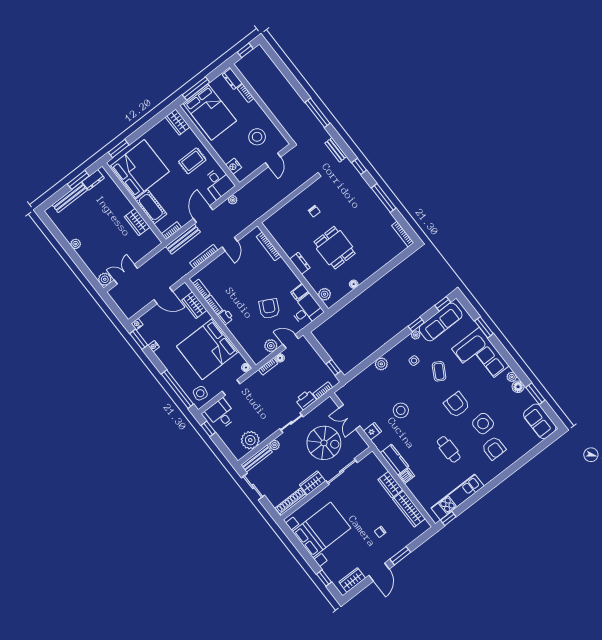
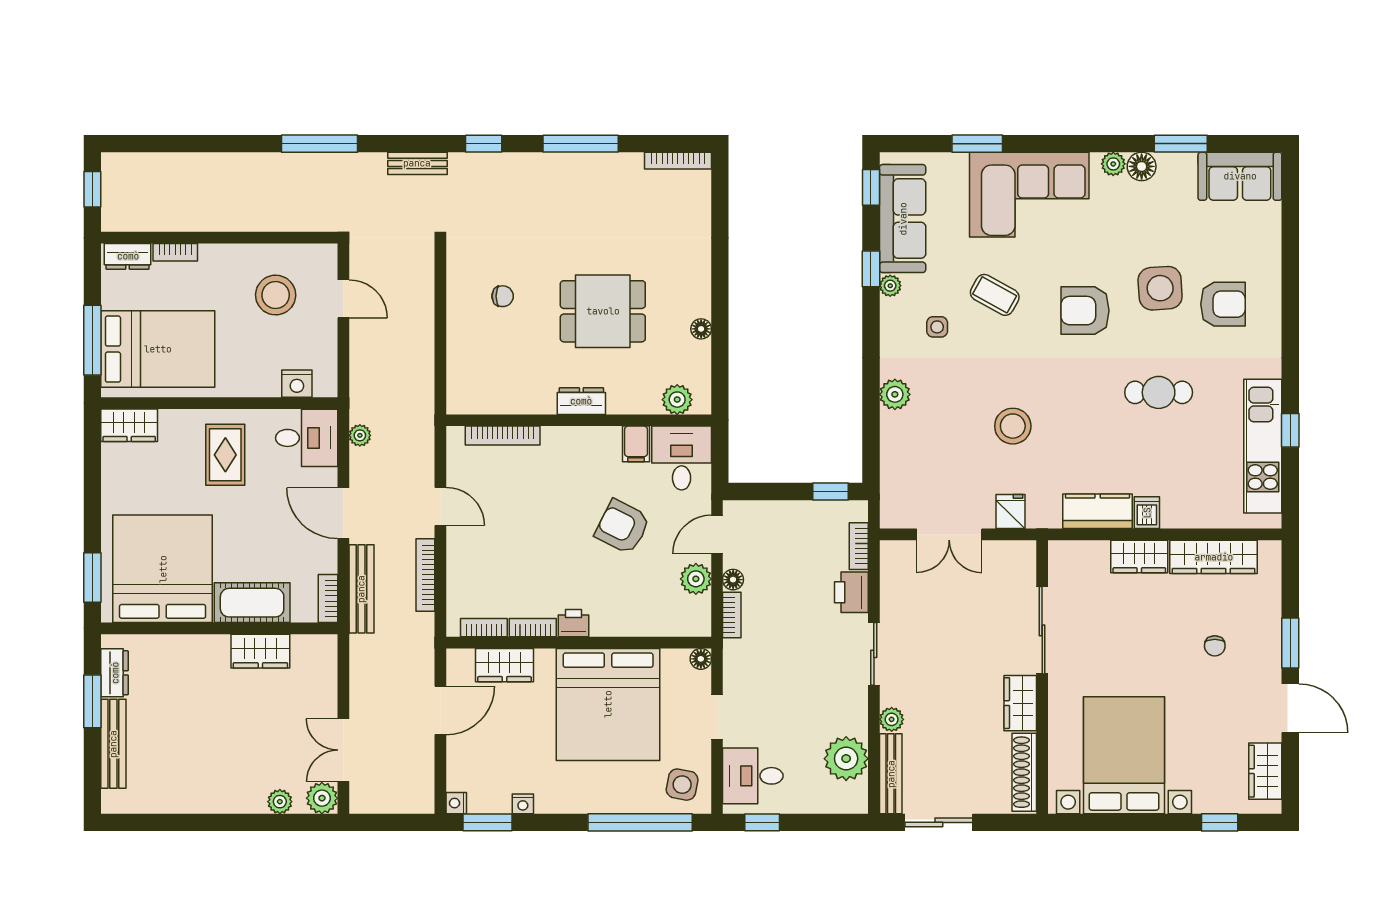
plant: (76, 244) -> (280, 802), moved
spiral stairs: (324, 443) -> (961, 622), removed
window: (448, 518) -> (1290, 430), moved

